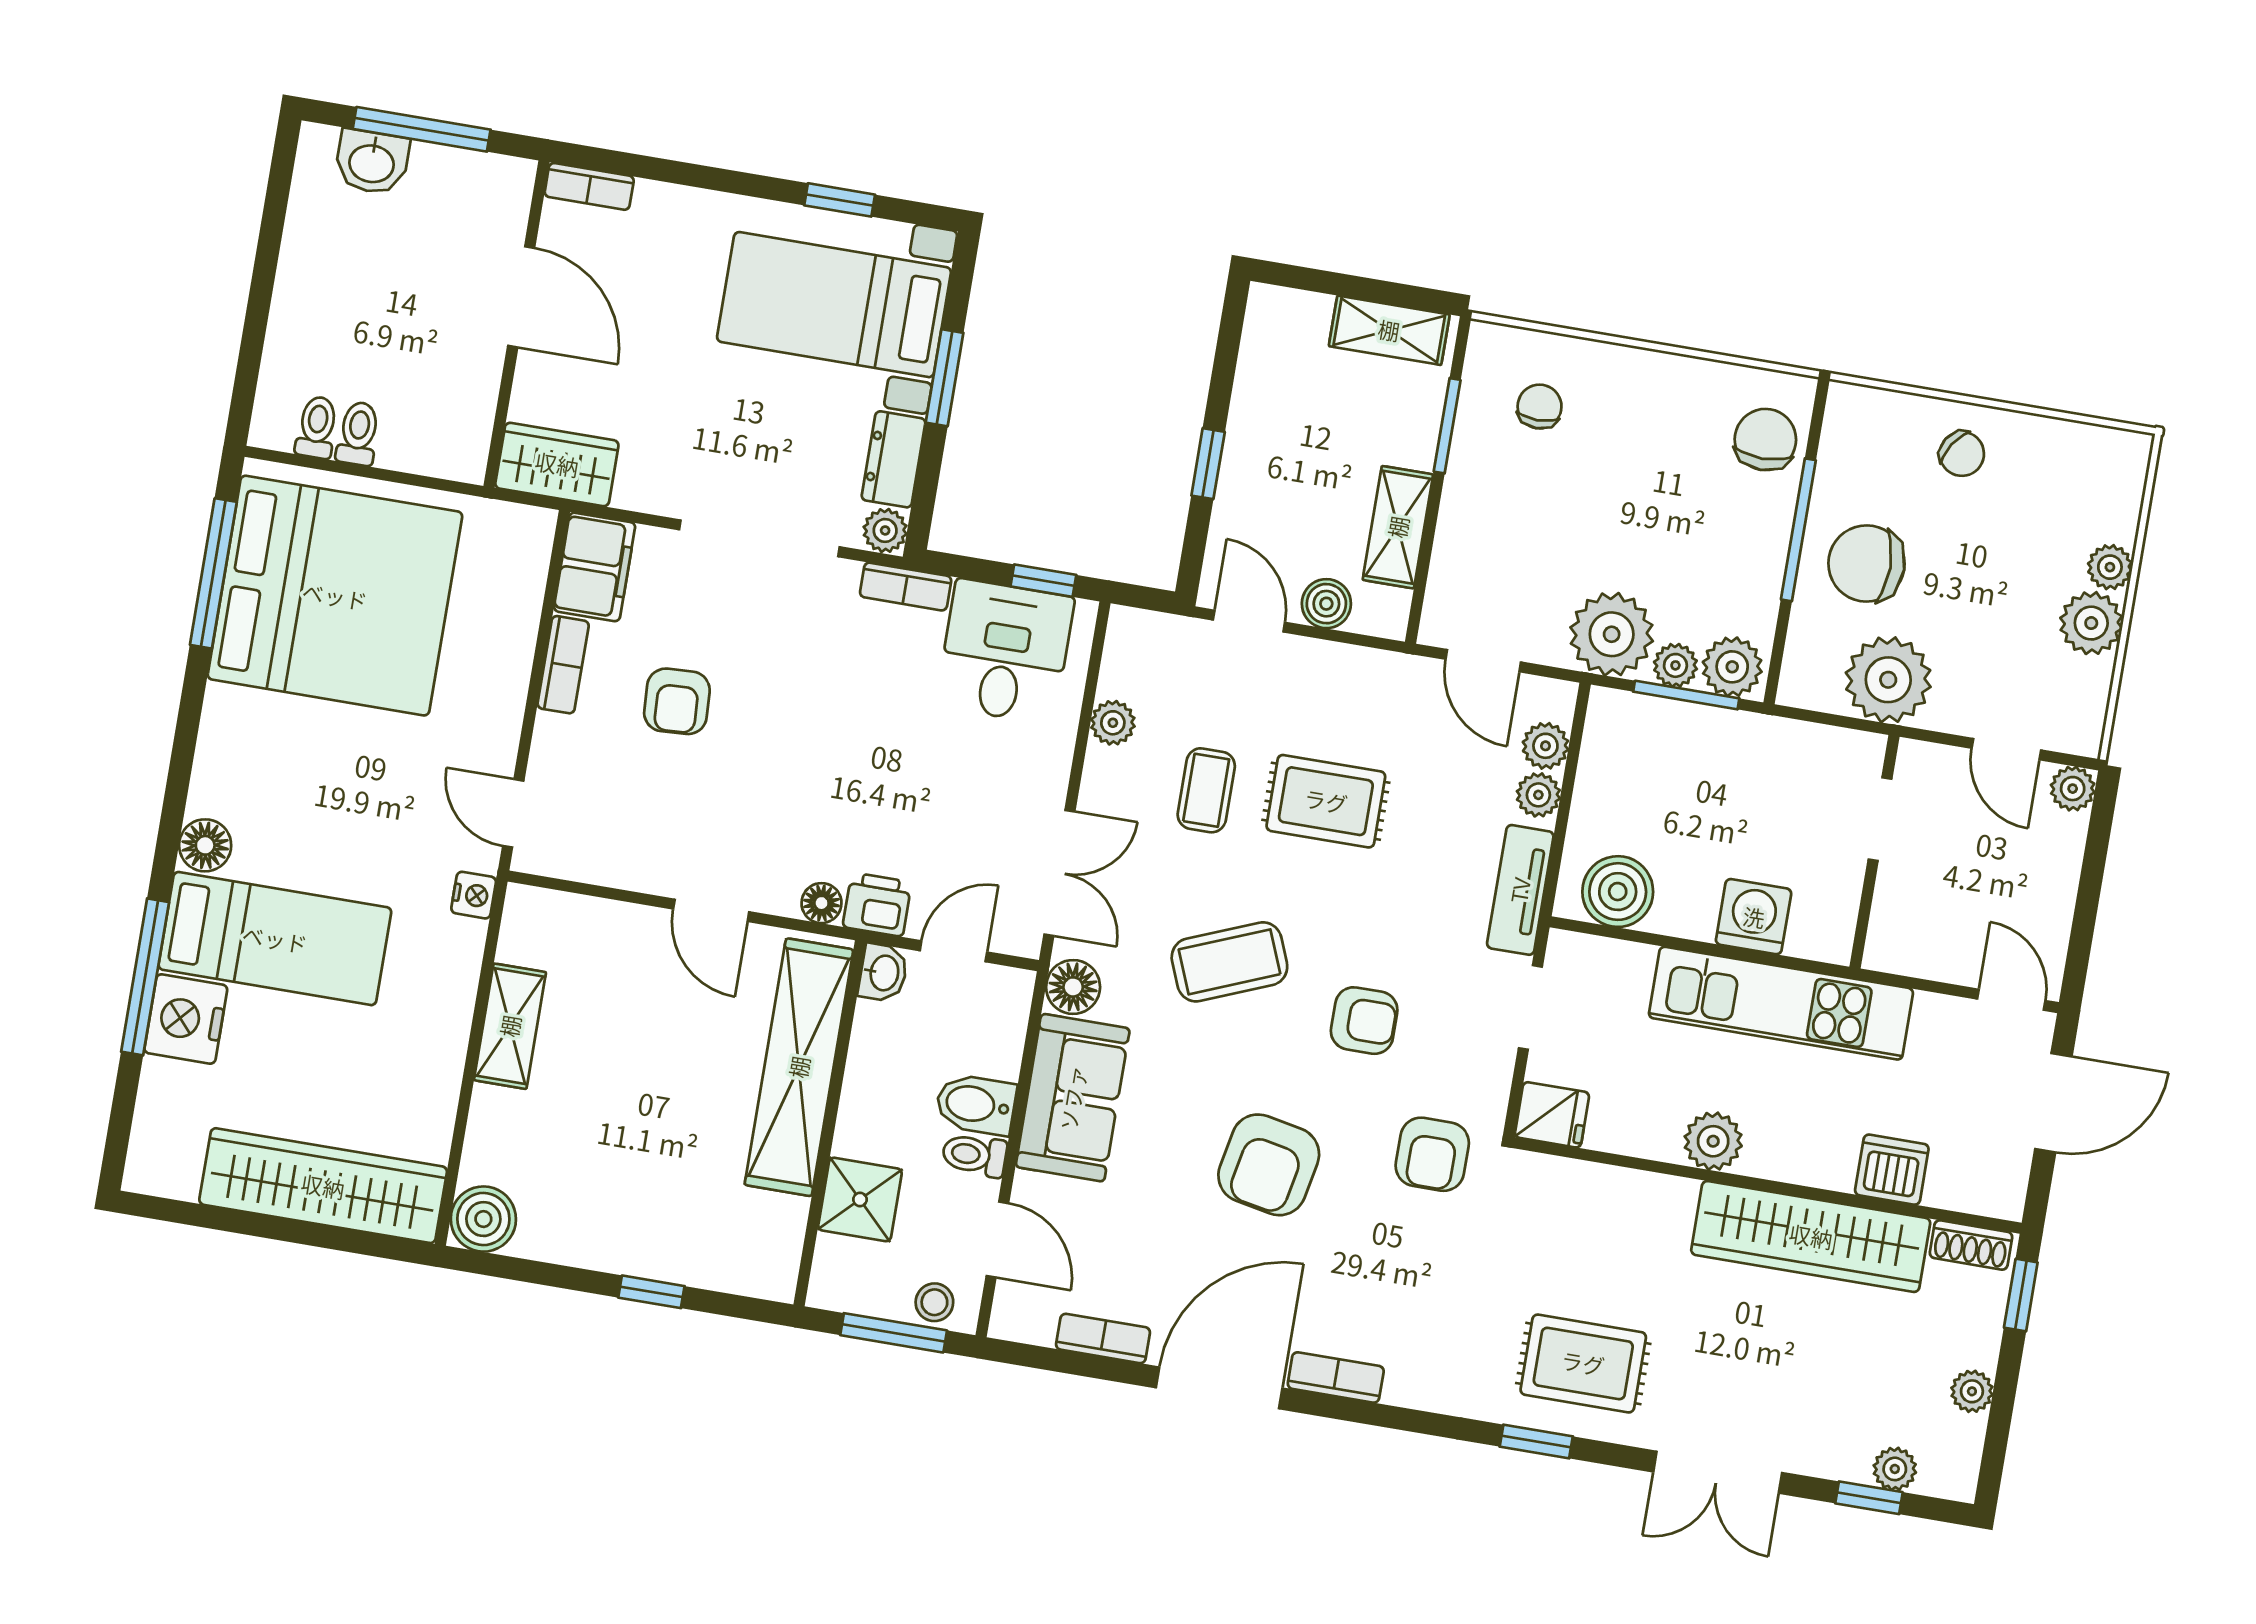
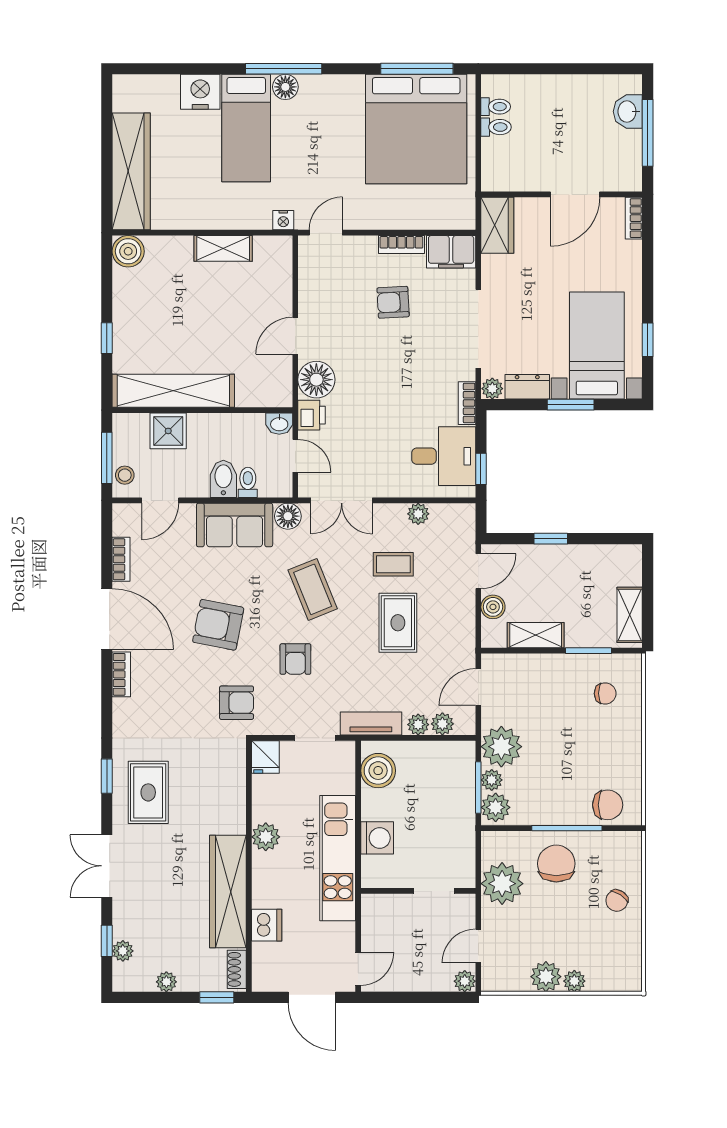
floor lamp: (821, 903) -> (316, 380), width x1.89, depth x1.89
window: (145, 977) -> (284, 69), moved
shelving: (799, 1067) -> (173, 391), moved
armchair: (1432, 1154) -> (237, 703), turned 180
toilet: (974, 1155) -> (248, 482), moved

